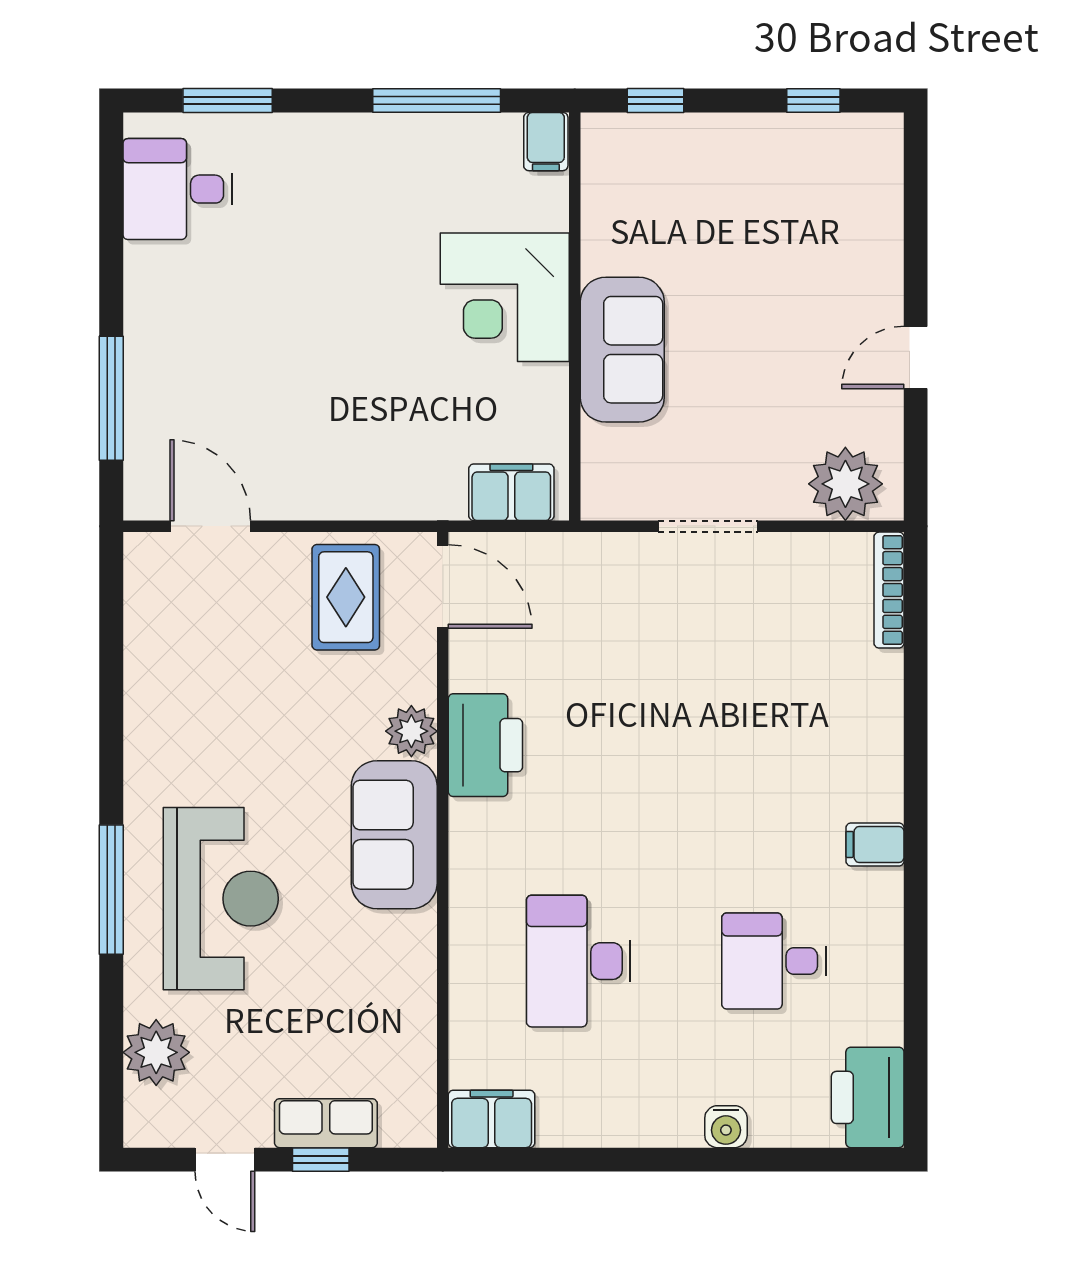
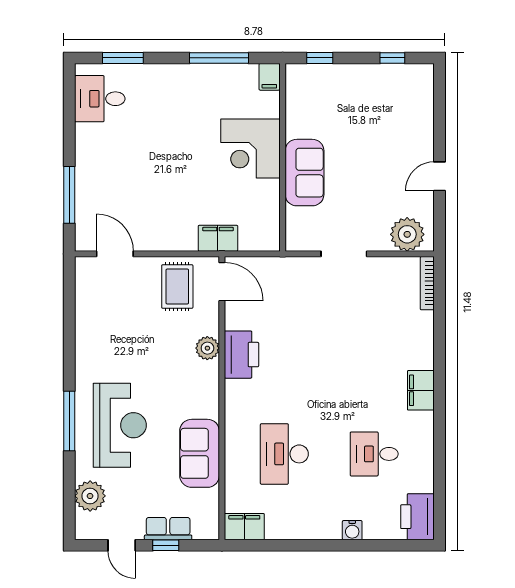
filing cabinet: (511, 492) -> (218, 238), moved
sofa: (394, 835) -> (200, 453), moved
filing cabinet: (875, 844) -> (421, 390), width x2.00

